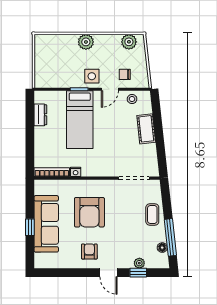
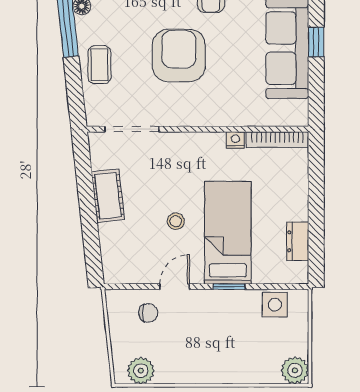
plant: (86, 42) -> (295, 370), moved
side table: (92, 76) -> (275, 305), moved
stool: (132, 99) -> (176, 221), moved
cot: (146, 129) -> (108, 196), moved
armchair: (89, 212) -> (179, 55), moved

